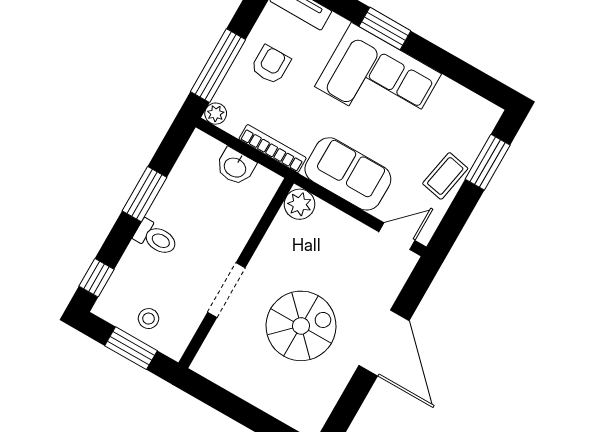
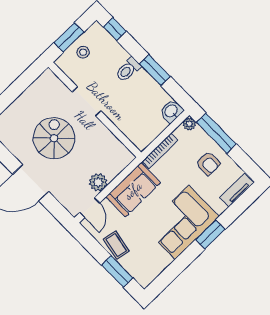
washbasin: (235, 167) -> (171, 111), moved
plant: (299, 204) -> (98, 182), moved
spiral stairs: (301, 326) -> (54, 138), turned 180

